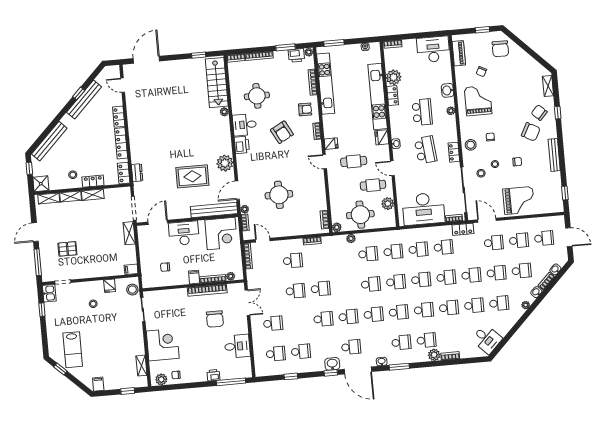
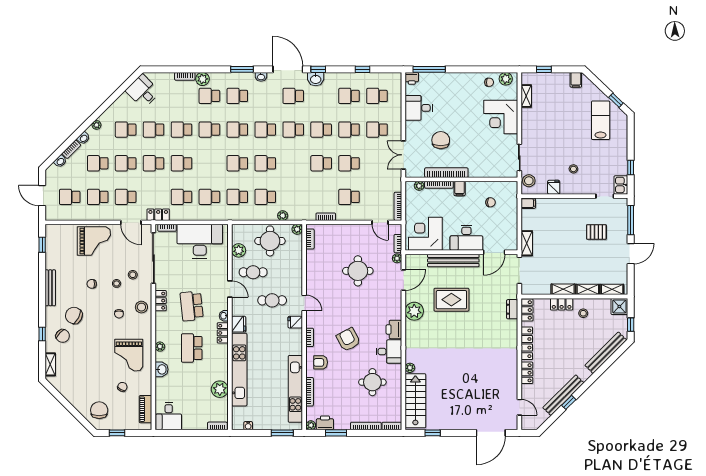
desk: (433, 49) -> (169, 416), width x0.73
locker: (393, 96) -> (223, 333), moved
grand piano: (519, 201) -> (94, 241), turned 180
bench: (214, 210) -> (453, 260), moved
school desk: (421, 280) -> (349, 130), moved
printer: (213, 375) -> (412, 78), moved

